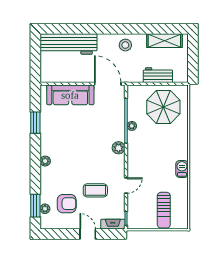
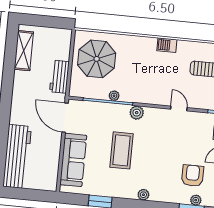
stool: (125, 45) -> (24, 94), removed
workbench: (158, 75) -> (59, 77), moved
door: (108, 84) -> (65, 118), hinge flipped
coffee table: (95, 190) -> (121, 150), moved, width x1.36, depth x1.32

